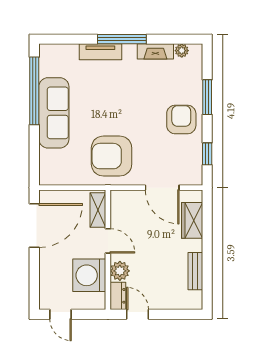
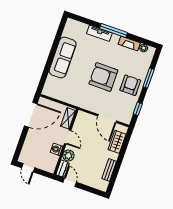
window: (34, 91) -> (56, 42), removed
armchair: (112, 156) -> (103, 77), moved
washing machine: (89, 275) -> (57, 149), width x0.53, depth x0.53

